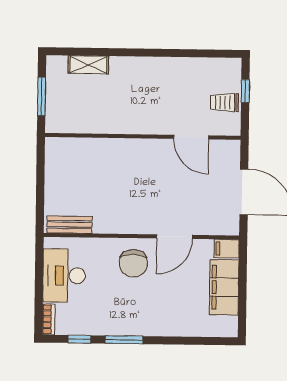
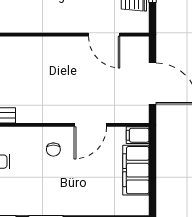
chair: (133, 263) -> (53, 150), width x0.54, depth x0.54

